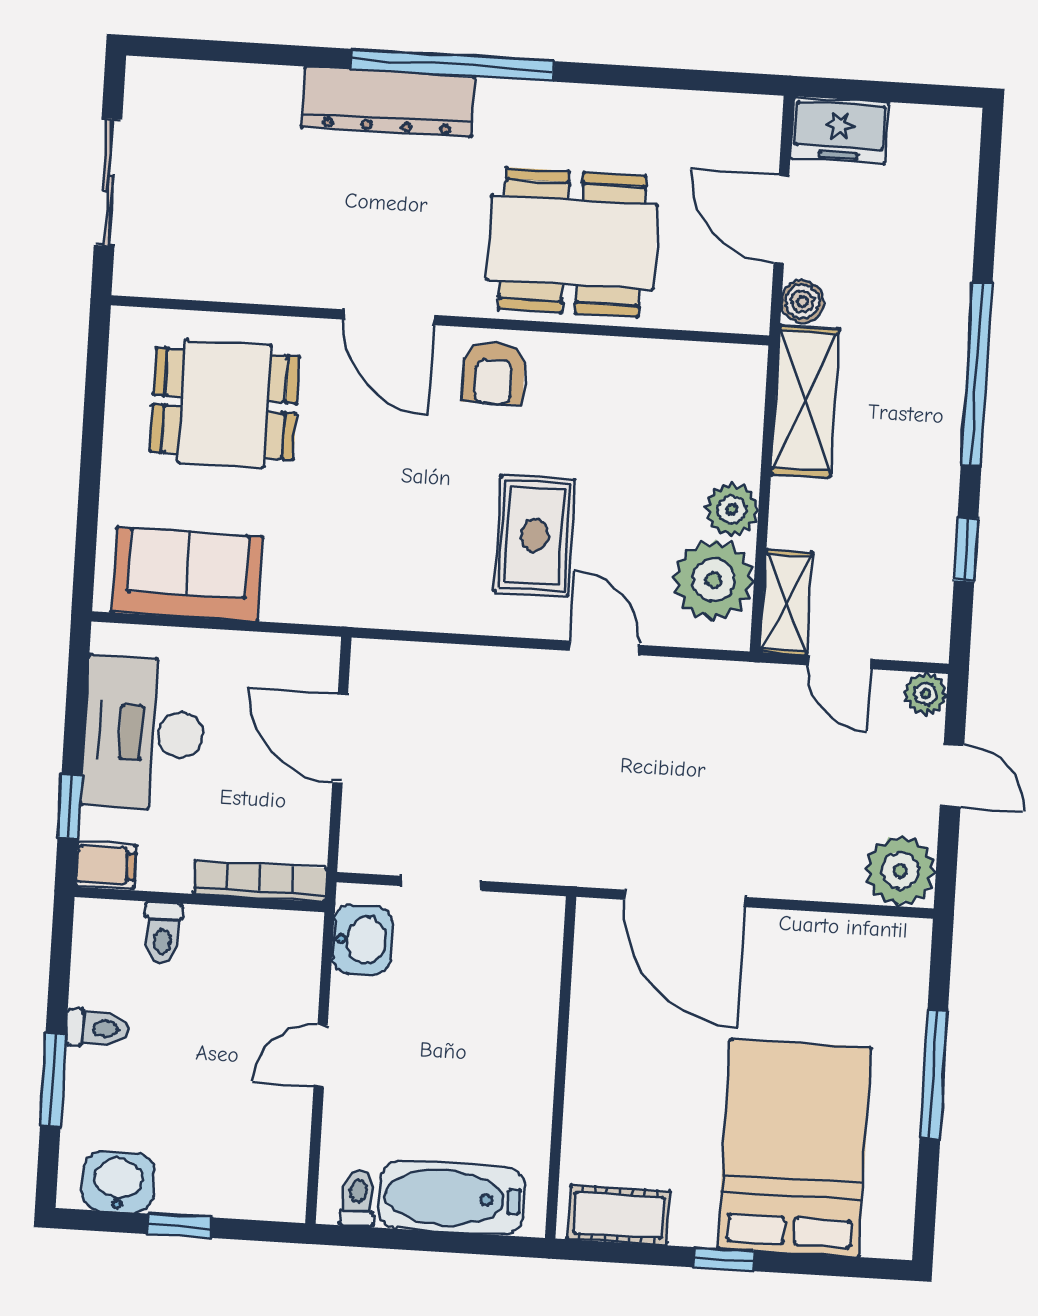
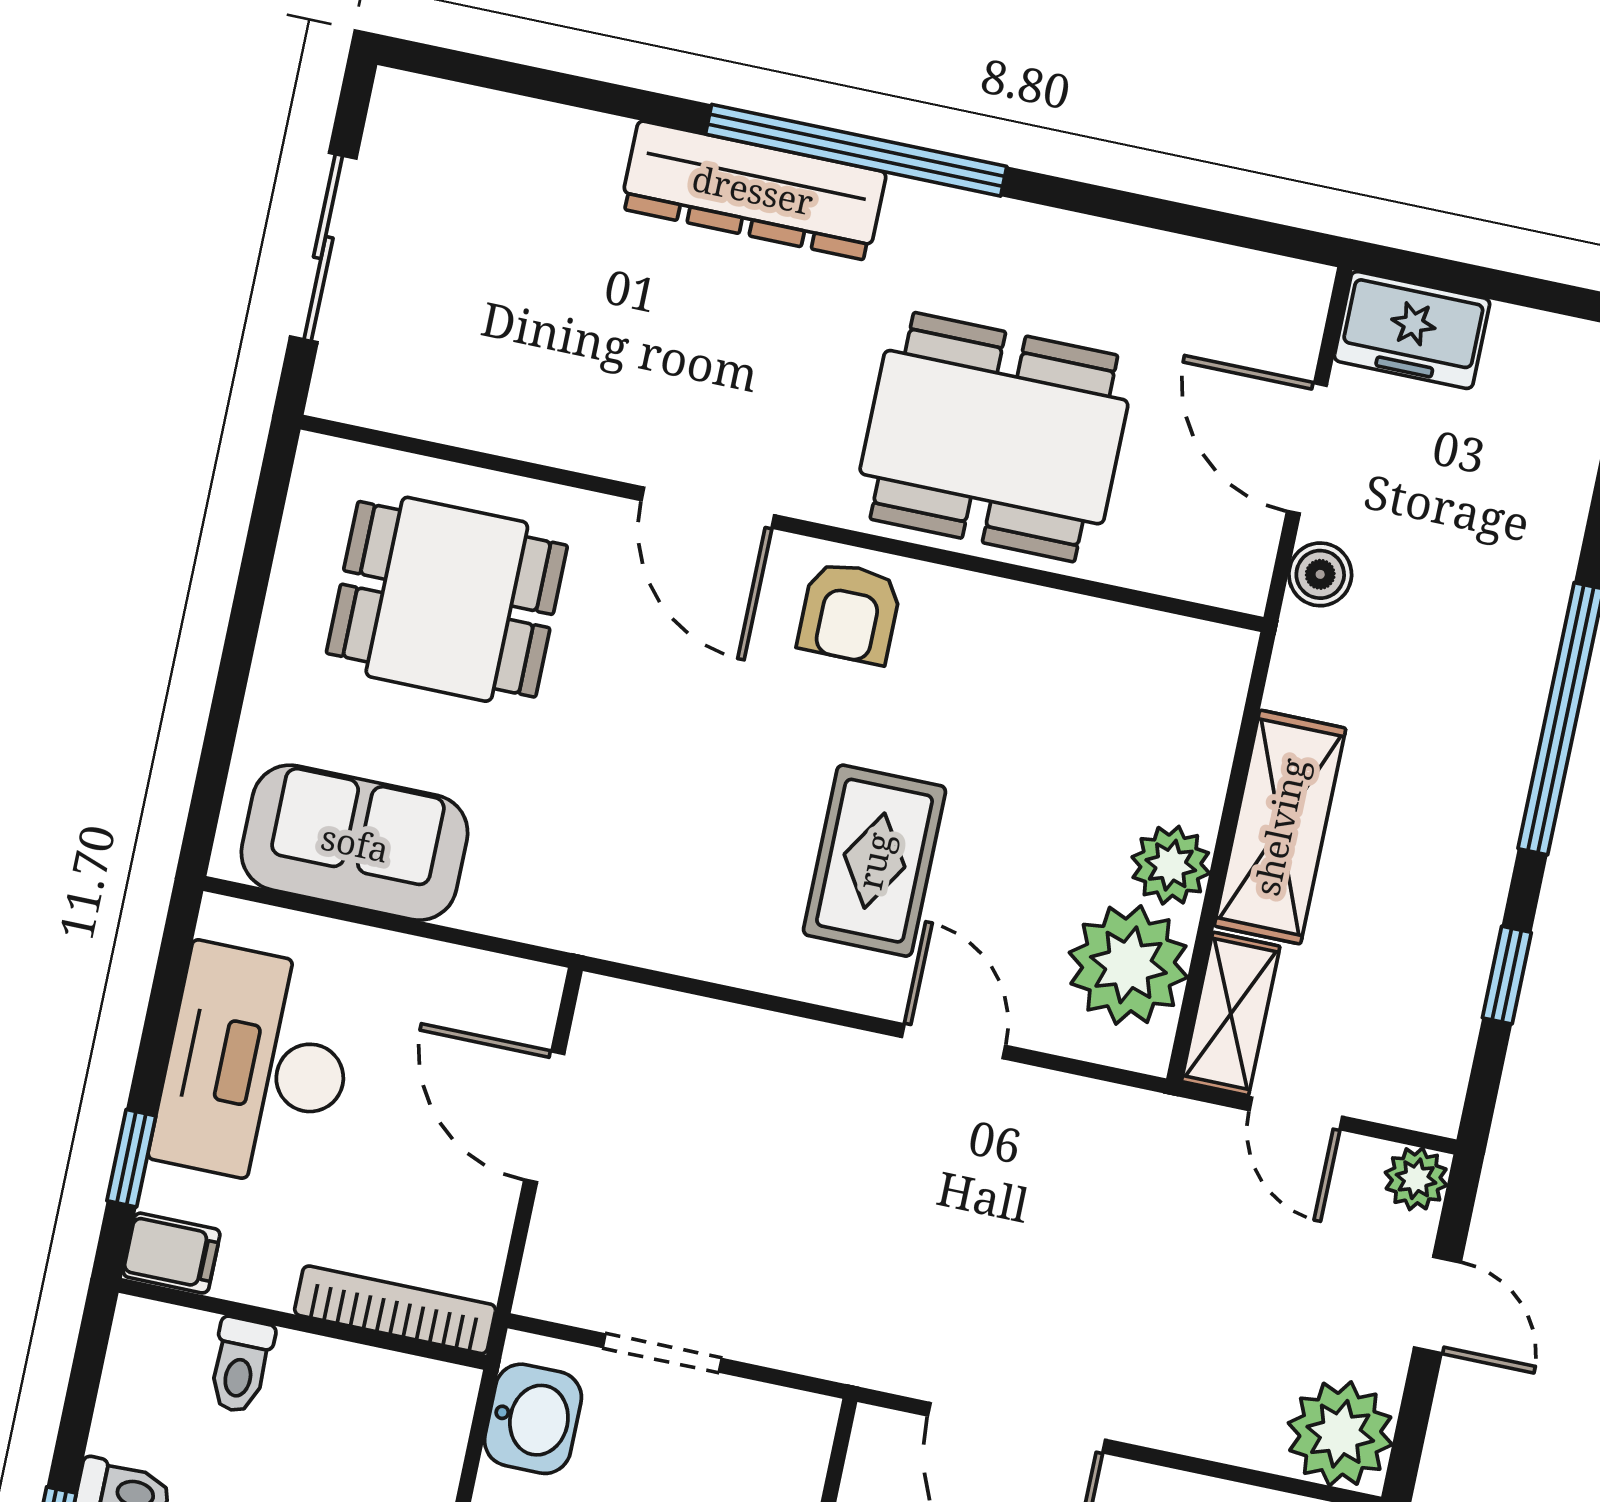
shelving: (805, 401) -> (1280, 827), moved

